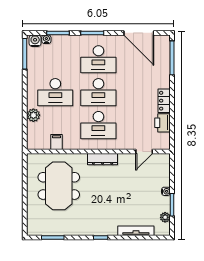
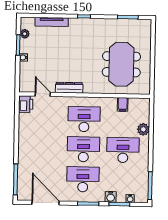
water cooler: (35, 41) -> (111, 197), moved
locker: (164, 101) -> (24, 140), removed
printer: (163, 123) -> (26, 104), moved
door: (144, 151) -> (43, 94), hinge flipped
dresser: (103, 159) -> (69, 88), moved

